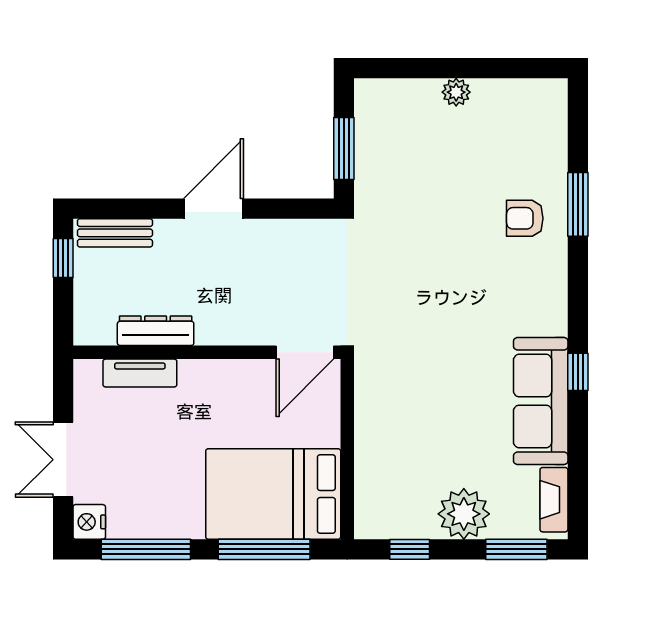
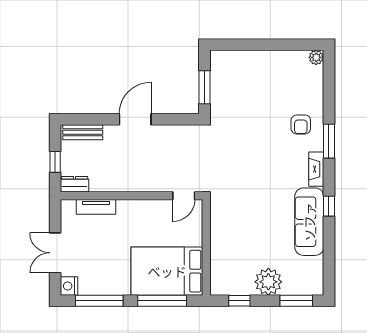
plant: (456, 92) -> (316, 57), moved
window: (578, 204) -> (329, 141), moved
armchair: (525, 218) -> (301, 124), turned -90
window: (63, 258) -> (55, 162), moved
dresser: (156, 331) -> (75, 184), moved, width x0.70
door: (305, 352) -> (184, 196), width x0.73
fireplace: (554, 500) -> (316, 169), moved

